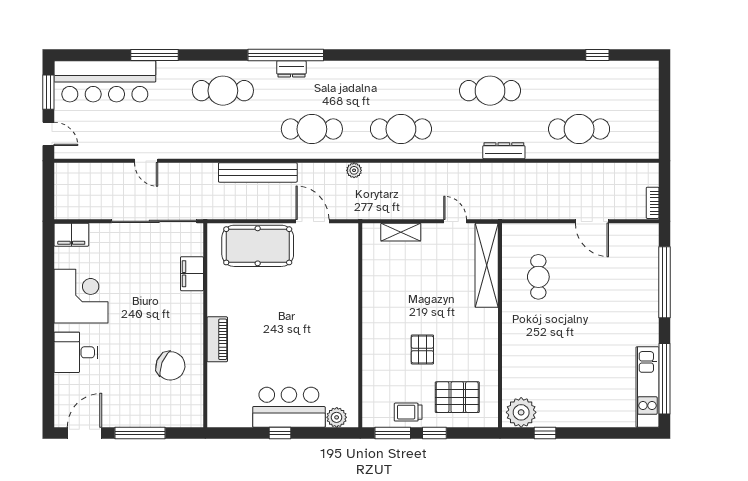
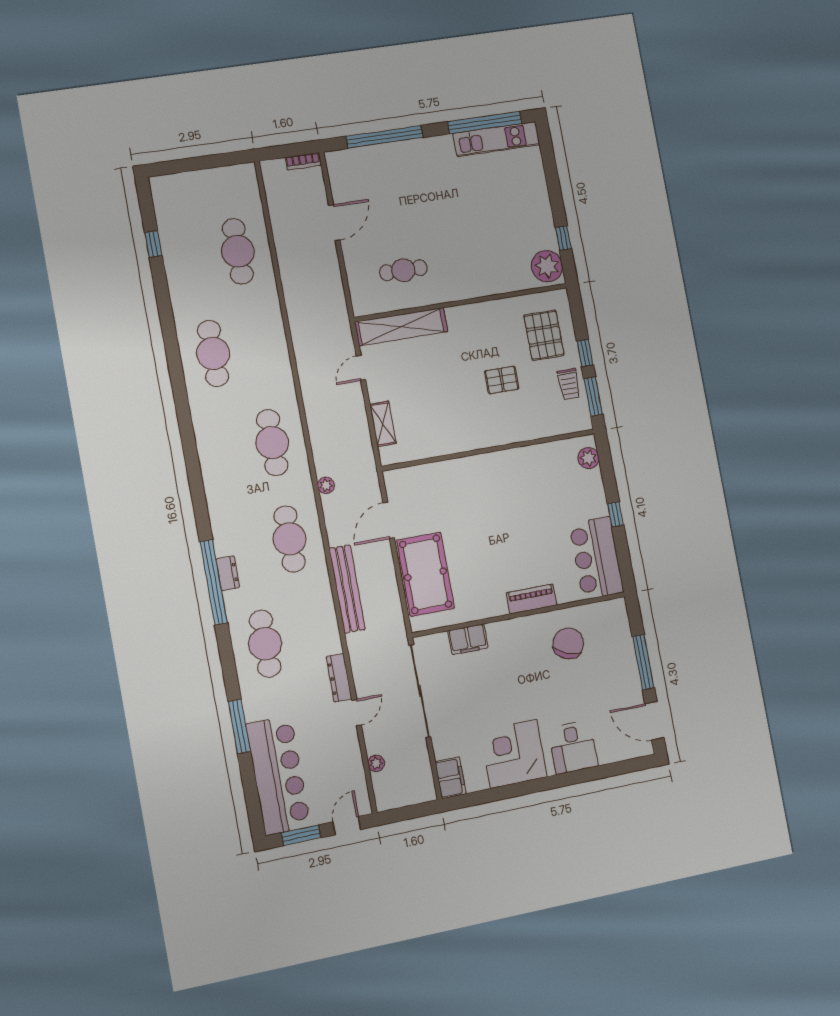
dresser: (504, 151) -> (339, 678), moved
plant: (98, 170) -> (376, 763), added
bar counter: (289, 407) -> (596, 558), moved

